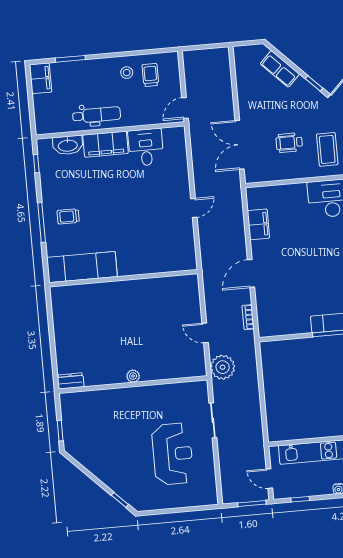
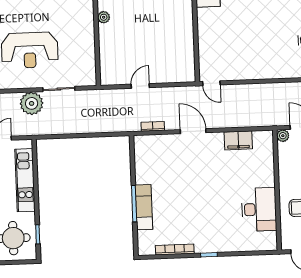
plant: (251, 177) -> (283, 136), added
door: (194, 208) -> (211, 83), moved
plant: (223, 367) -> (32, 103), moved

